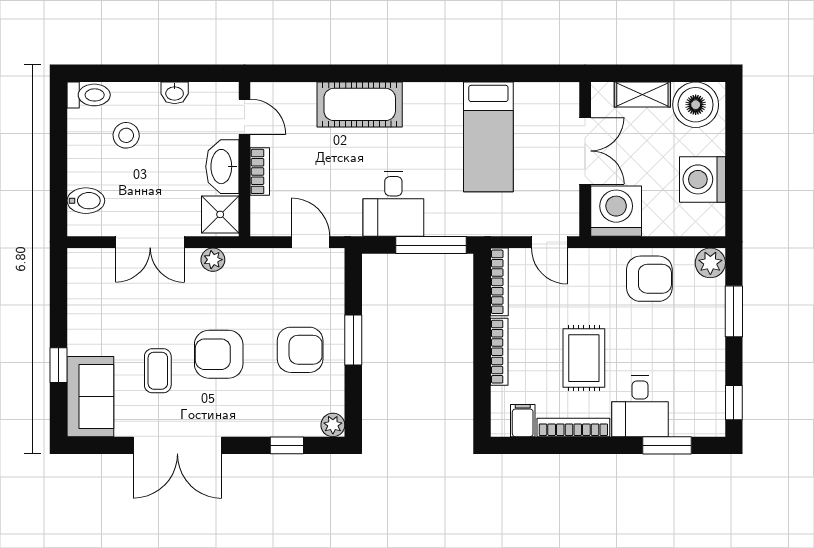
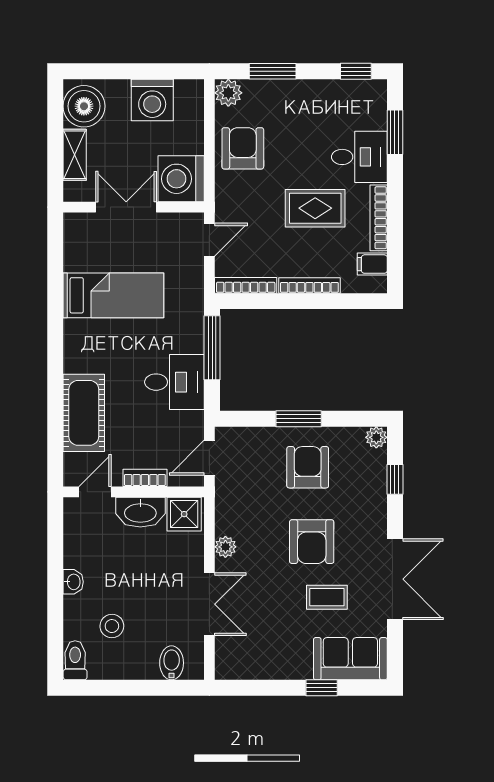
door: (245, 117) -> (95, 492), moved
wall: (245, 159) -> (134, 492), moved
washbasin: (222, 167) -> (140, 512), moved
bookcase: (260, 171) -> (145, 478), moved
shower: (220, 214) -> (184, 514), moved

